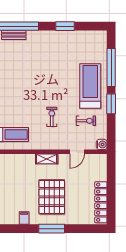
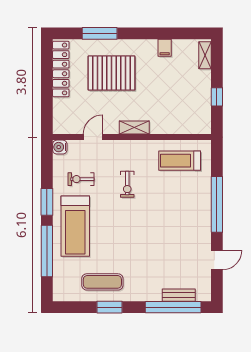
exercise mat: (70, 45) -> (102, 282), added
pallet: (52, 197) -> (112, 73), moved, turned 90
window: (52, 229) -> (100, 33), moved

